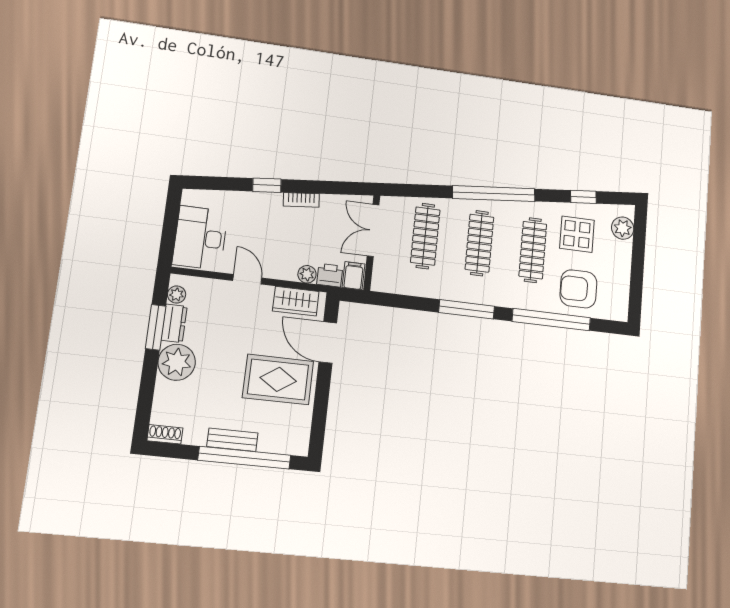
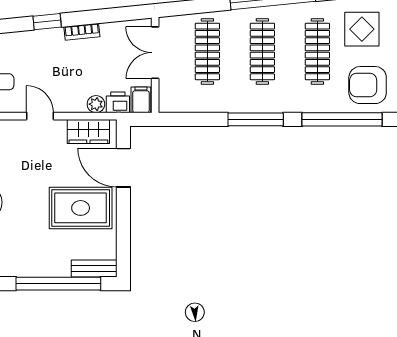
bench: (232, 440) -> (94, 268), moved

